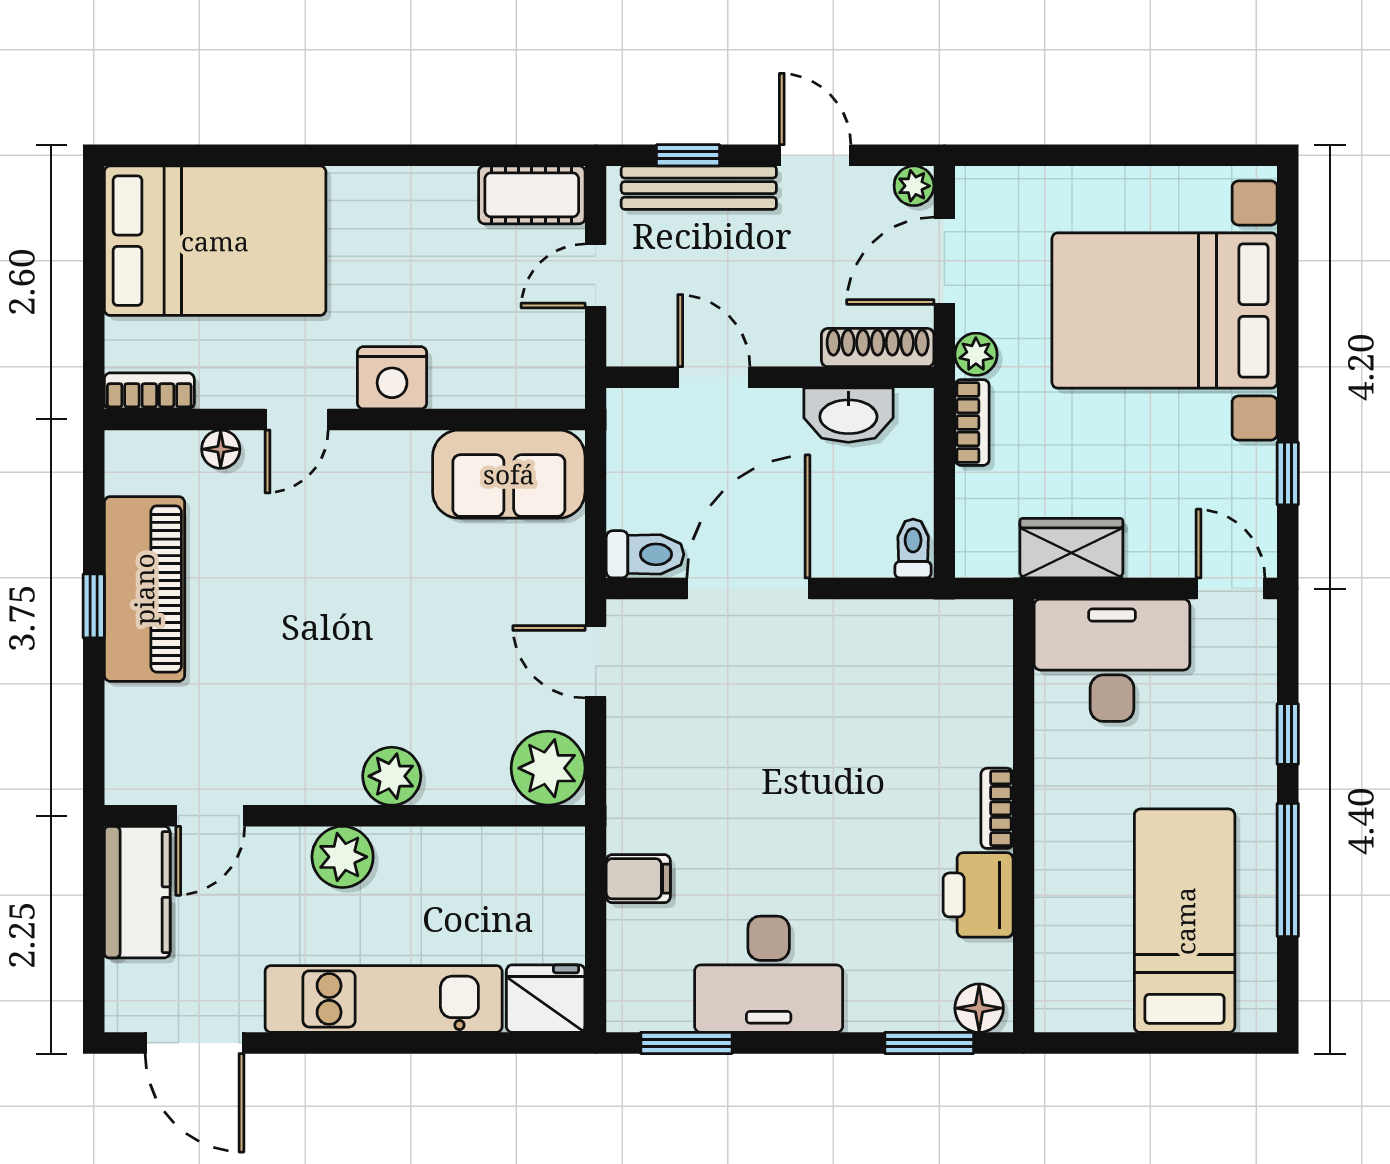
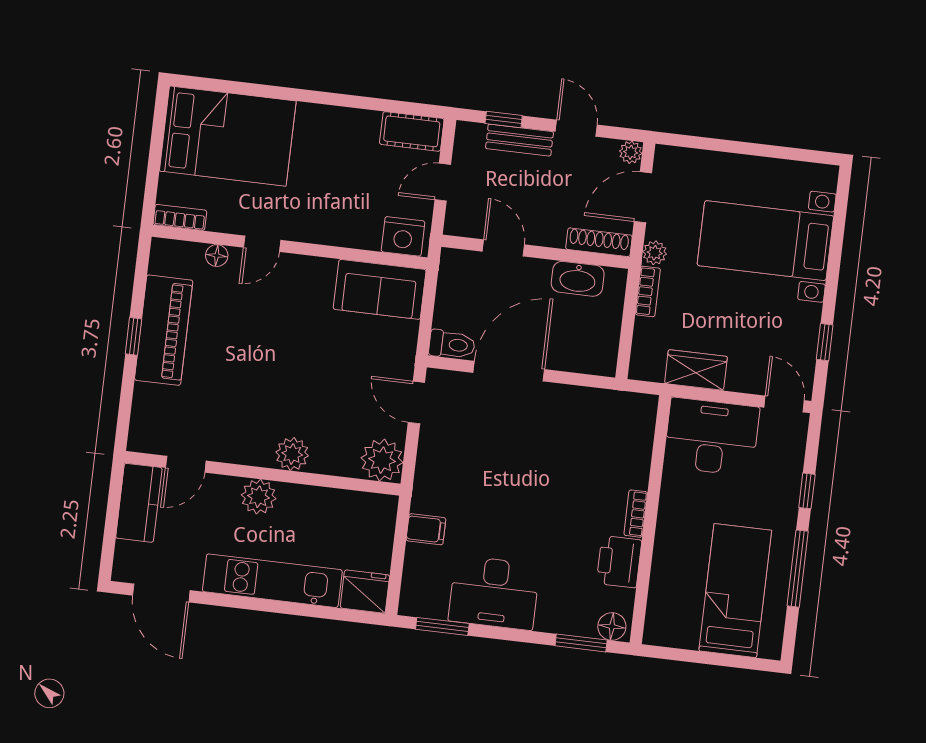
bench: (699, 188) -> (519, 140), width x0.73
bed with nightstands: (1165, 311) -> (765, 241), width x0.73
nightstand: (392, 378) -> (403, 236), moved
toilet: (913, 549) -> (605, 359), removed

